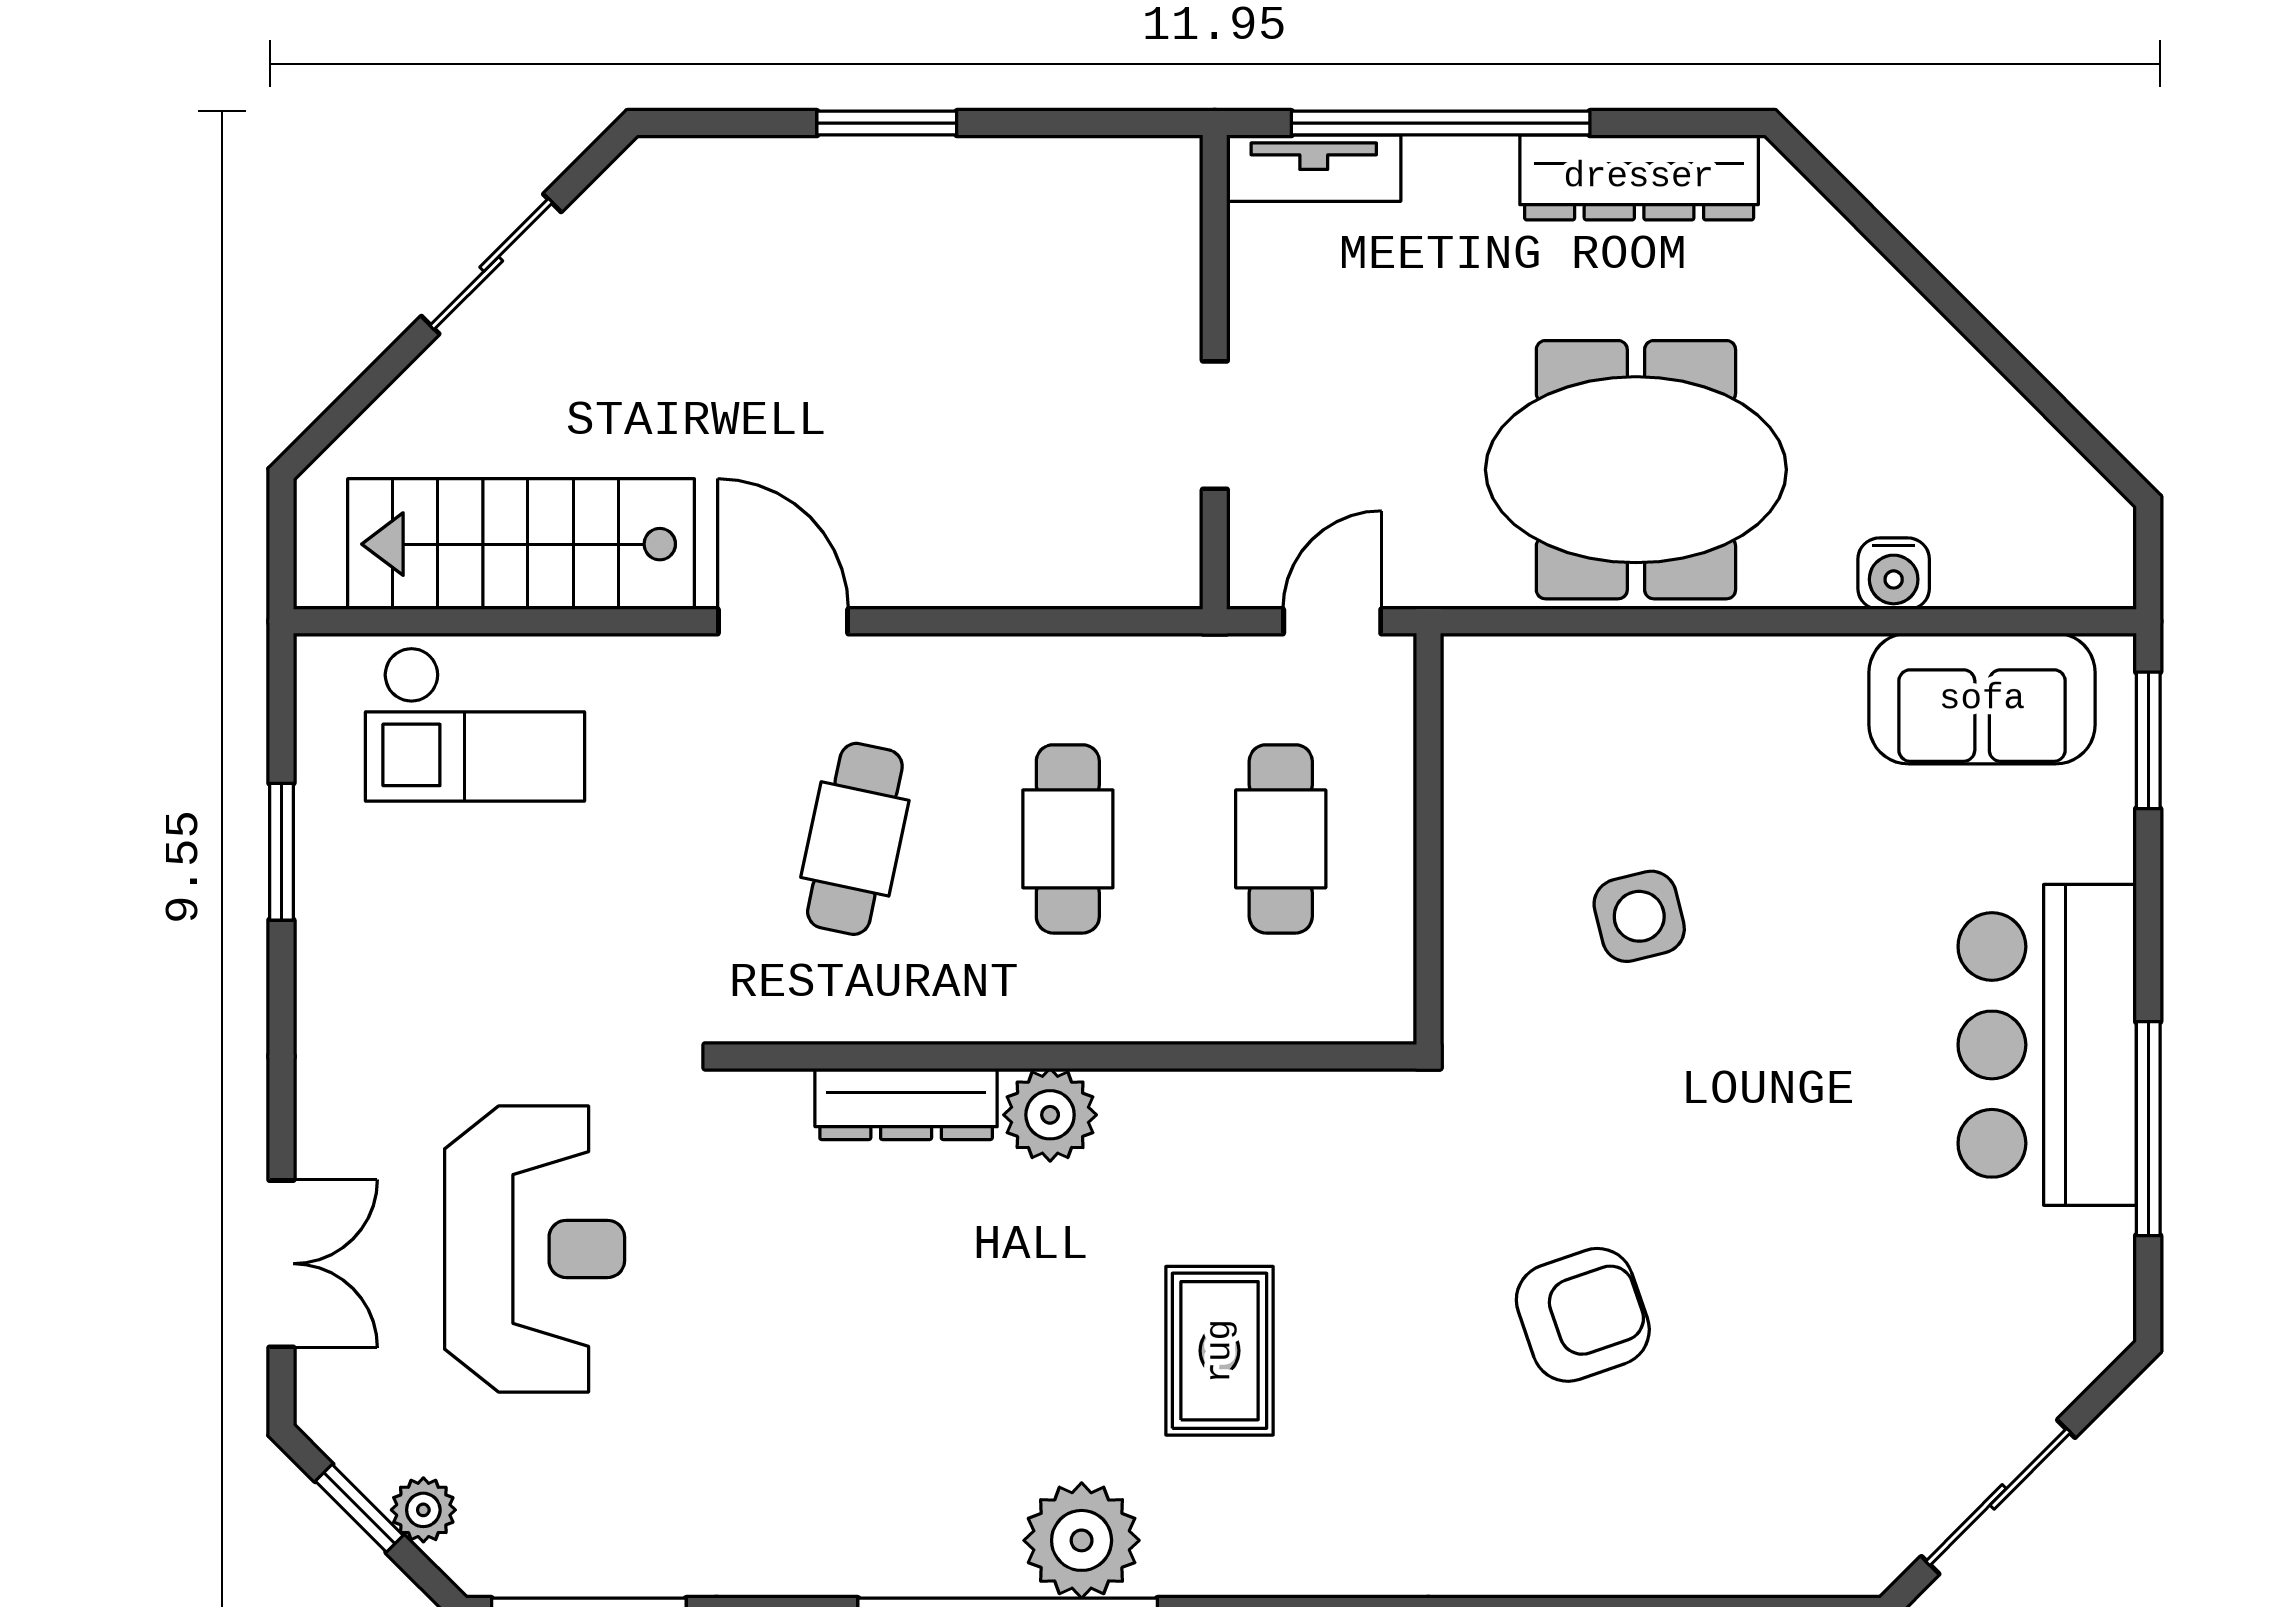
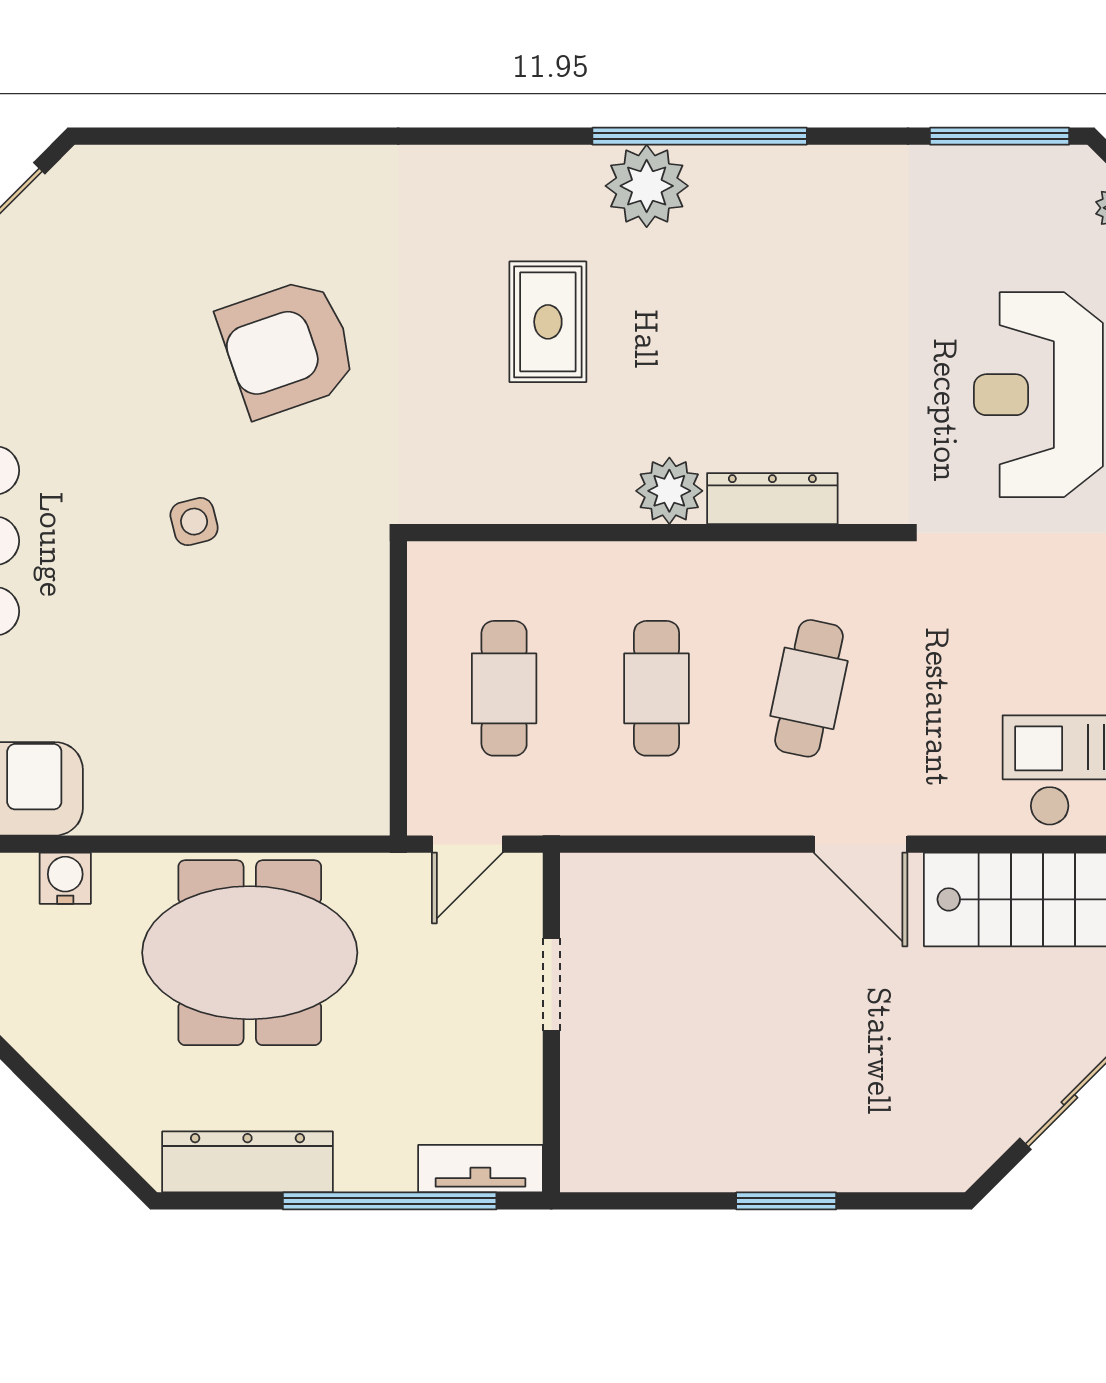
side table: (1639, 916) -> (194, 522), moved, width x0.73, depth x0.73
armchair: (1583, 1315) -> (288, 348), width x1.36, depth x1.36

